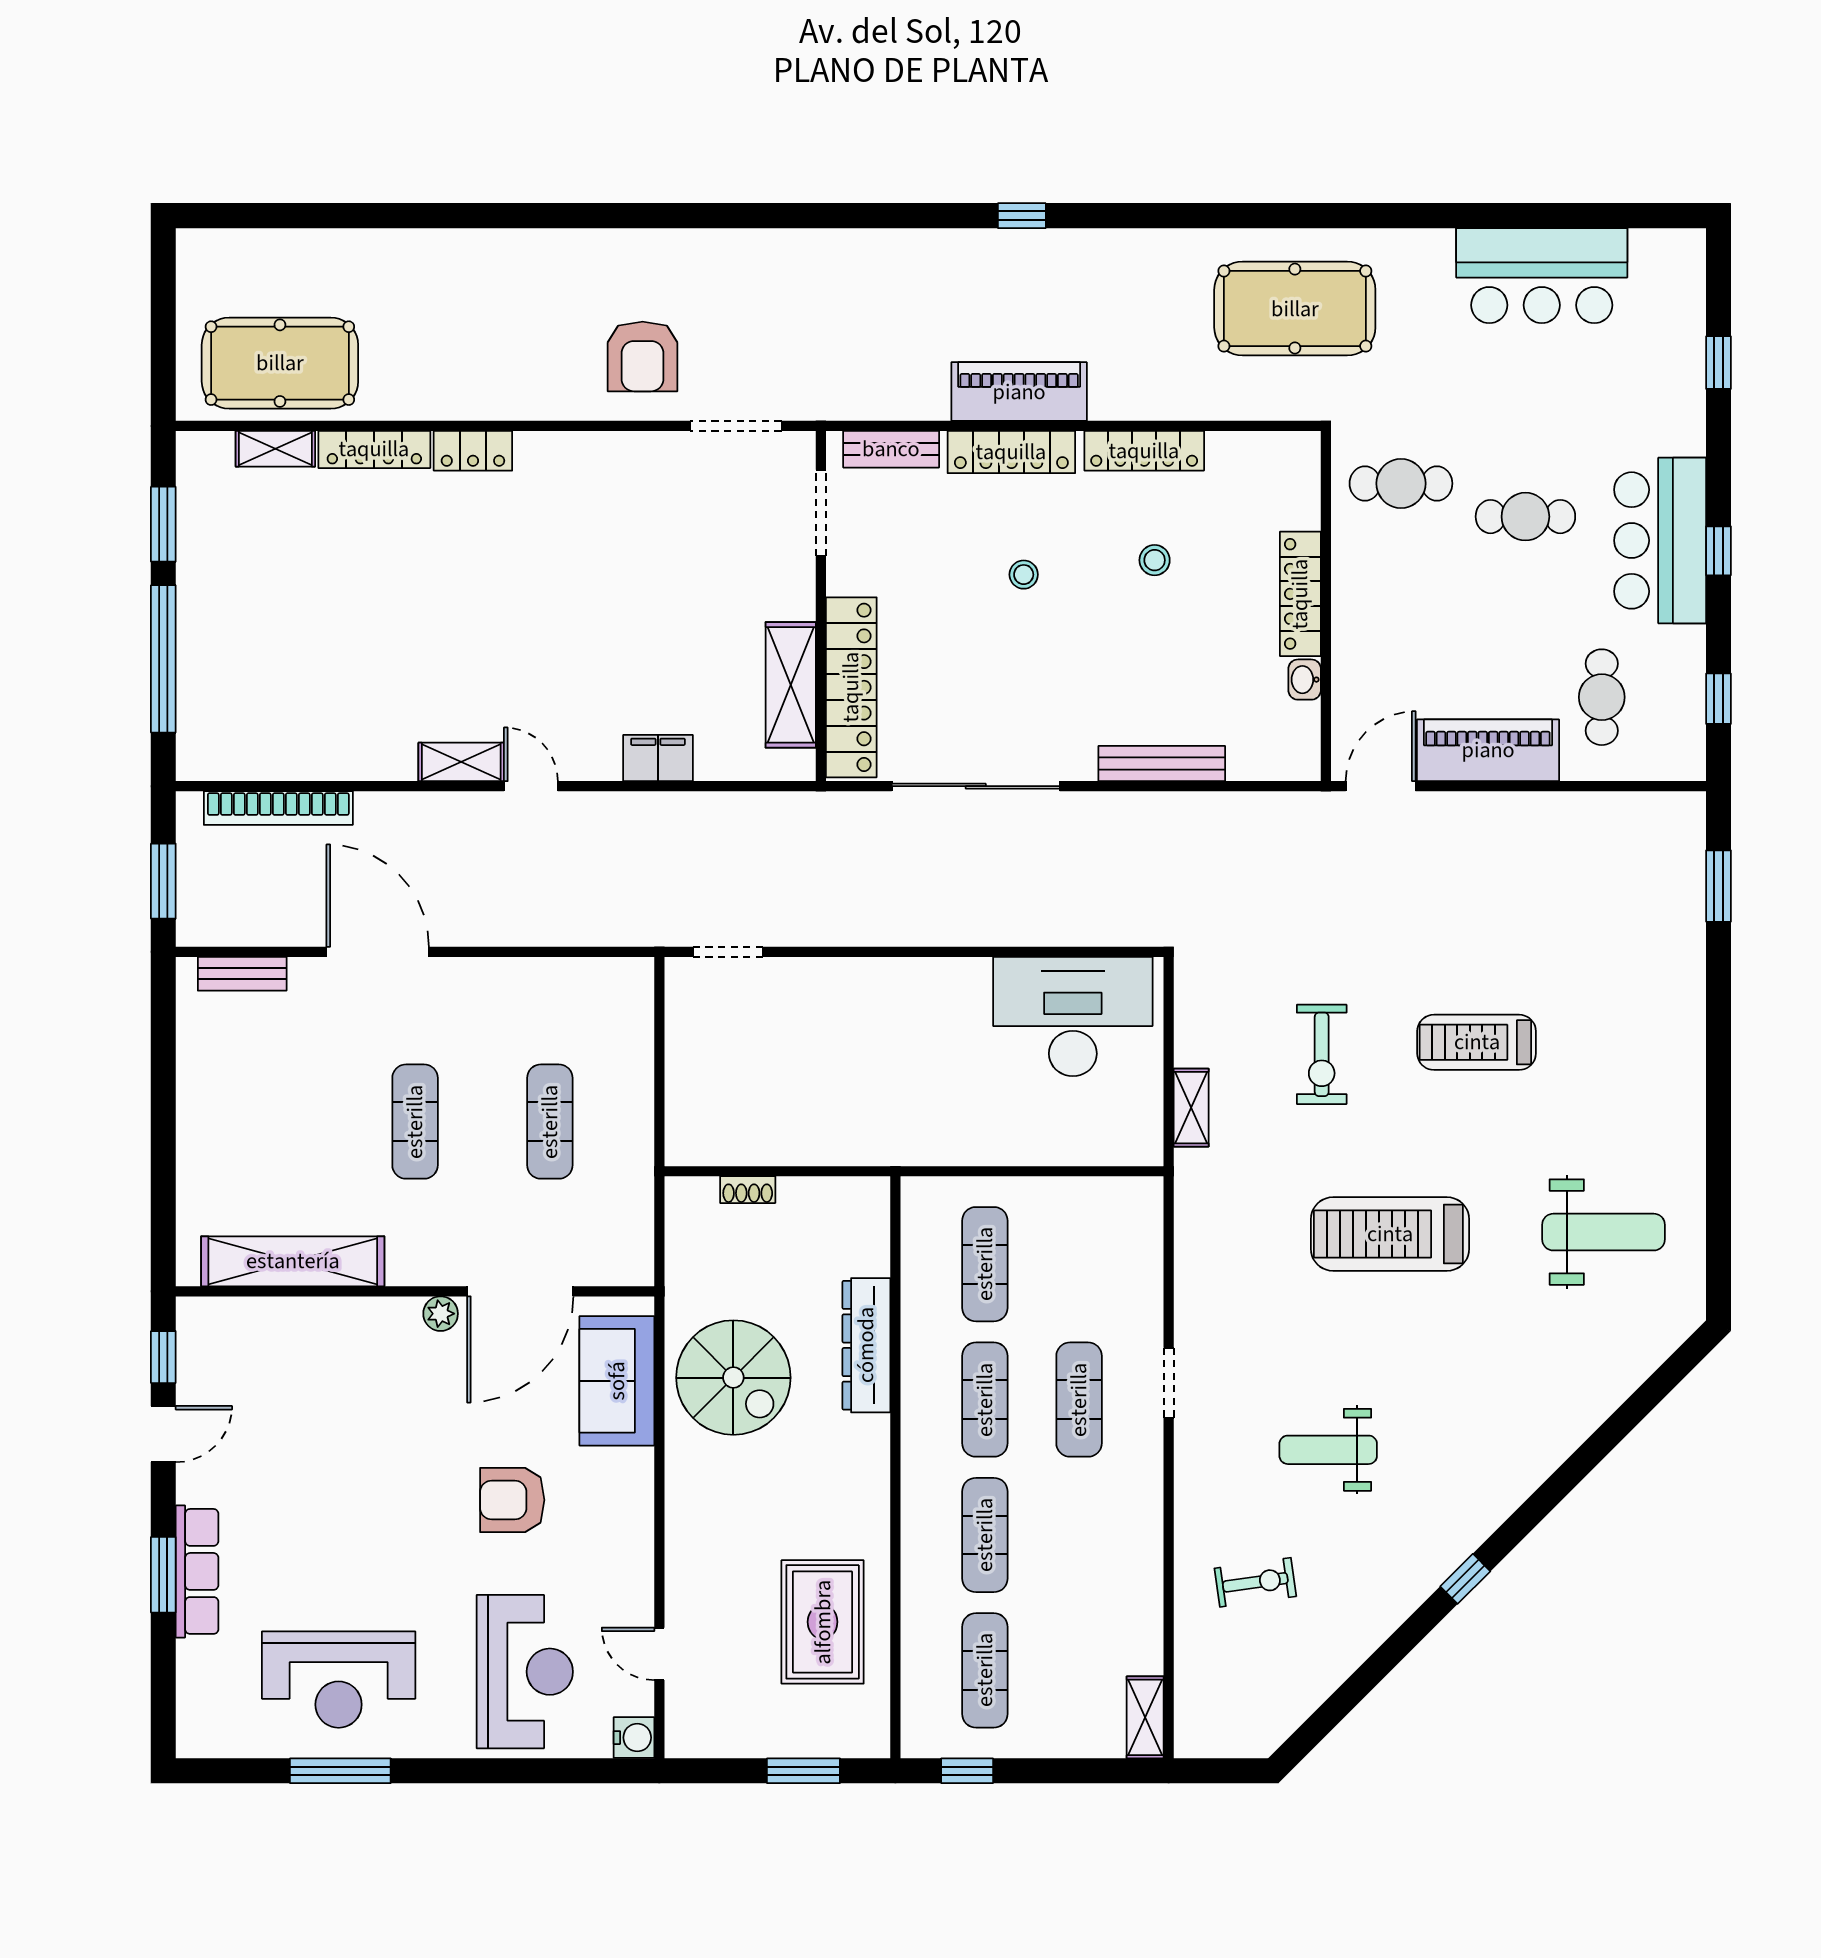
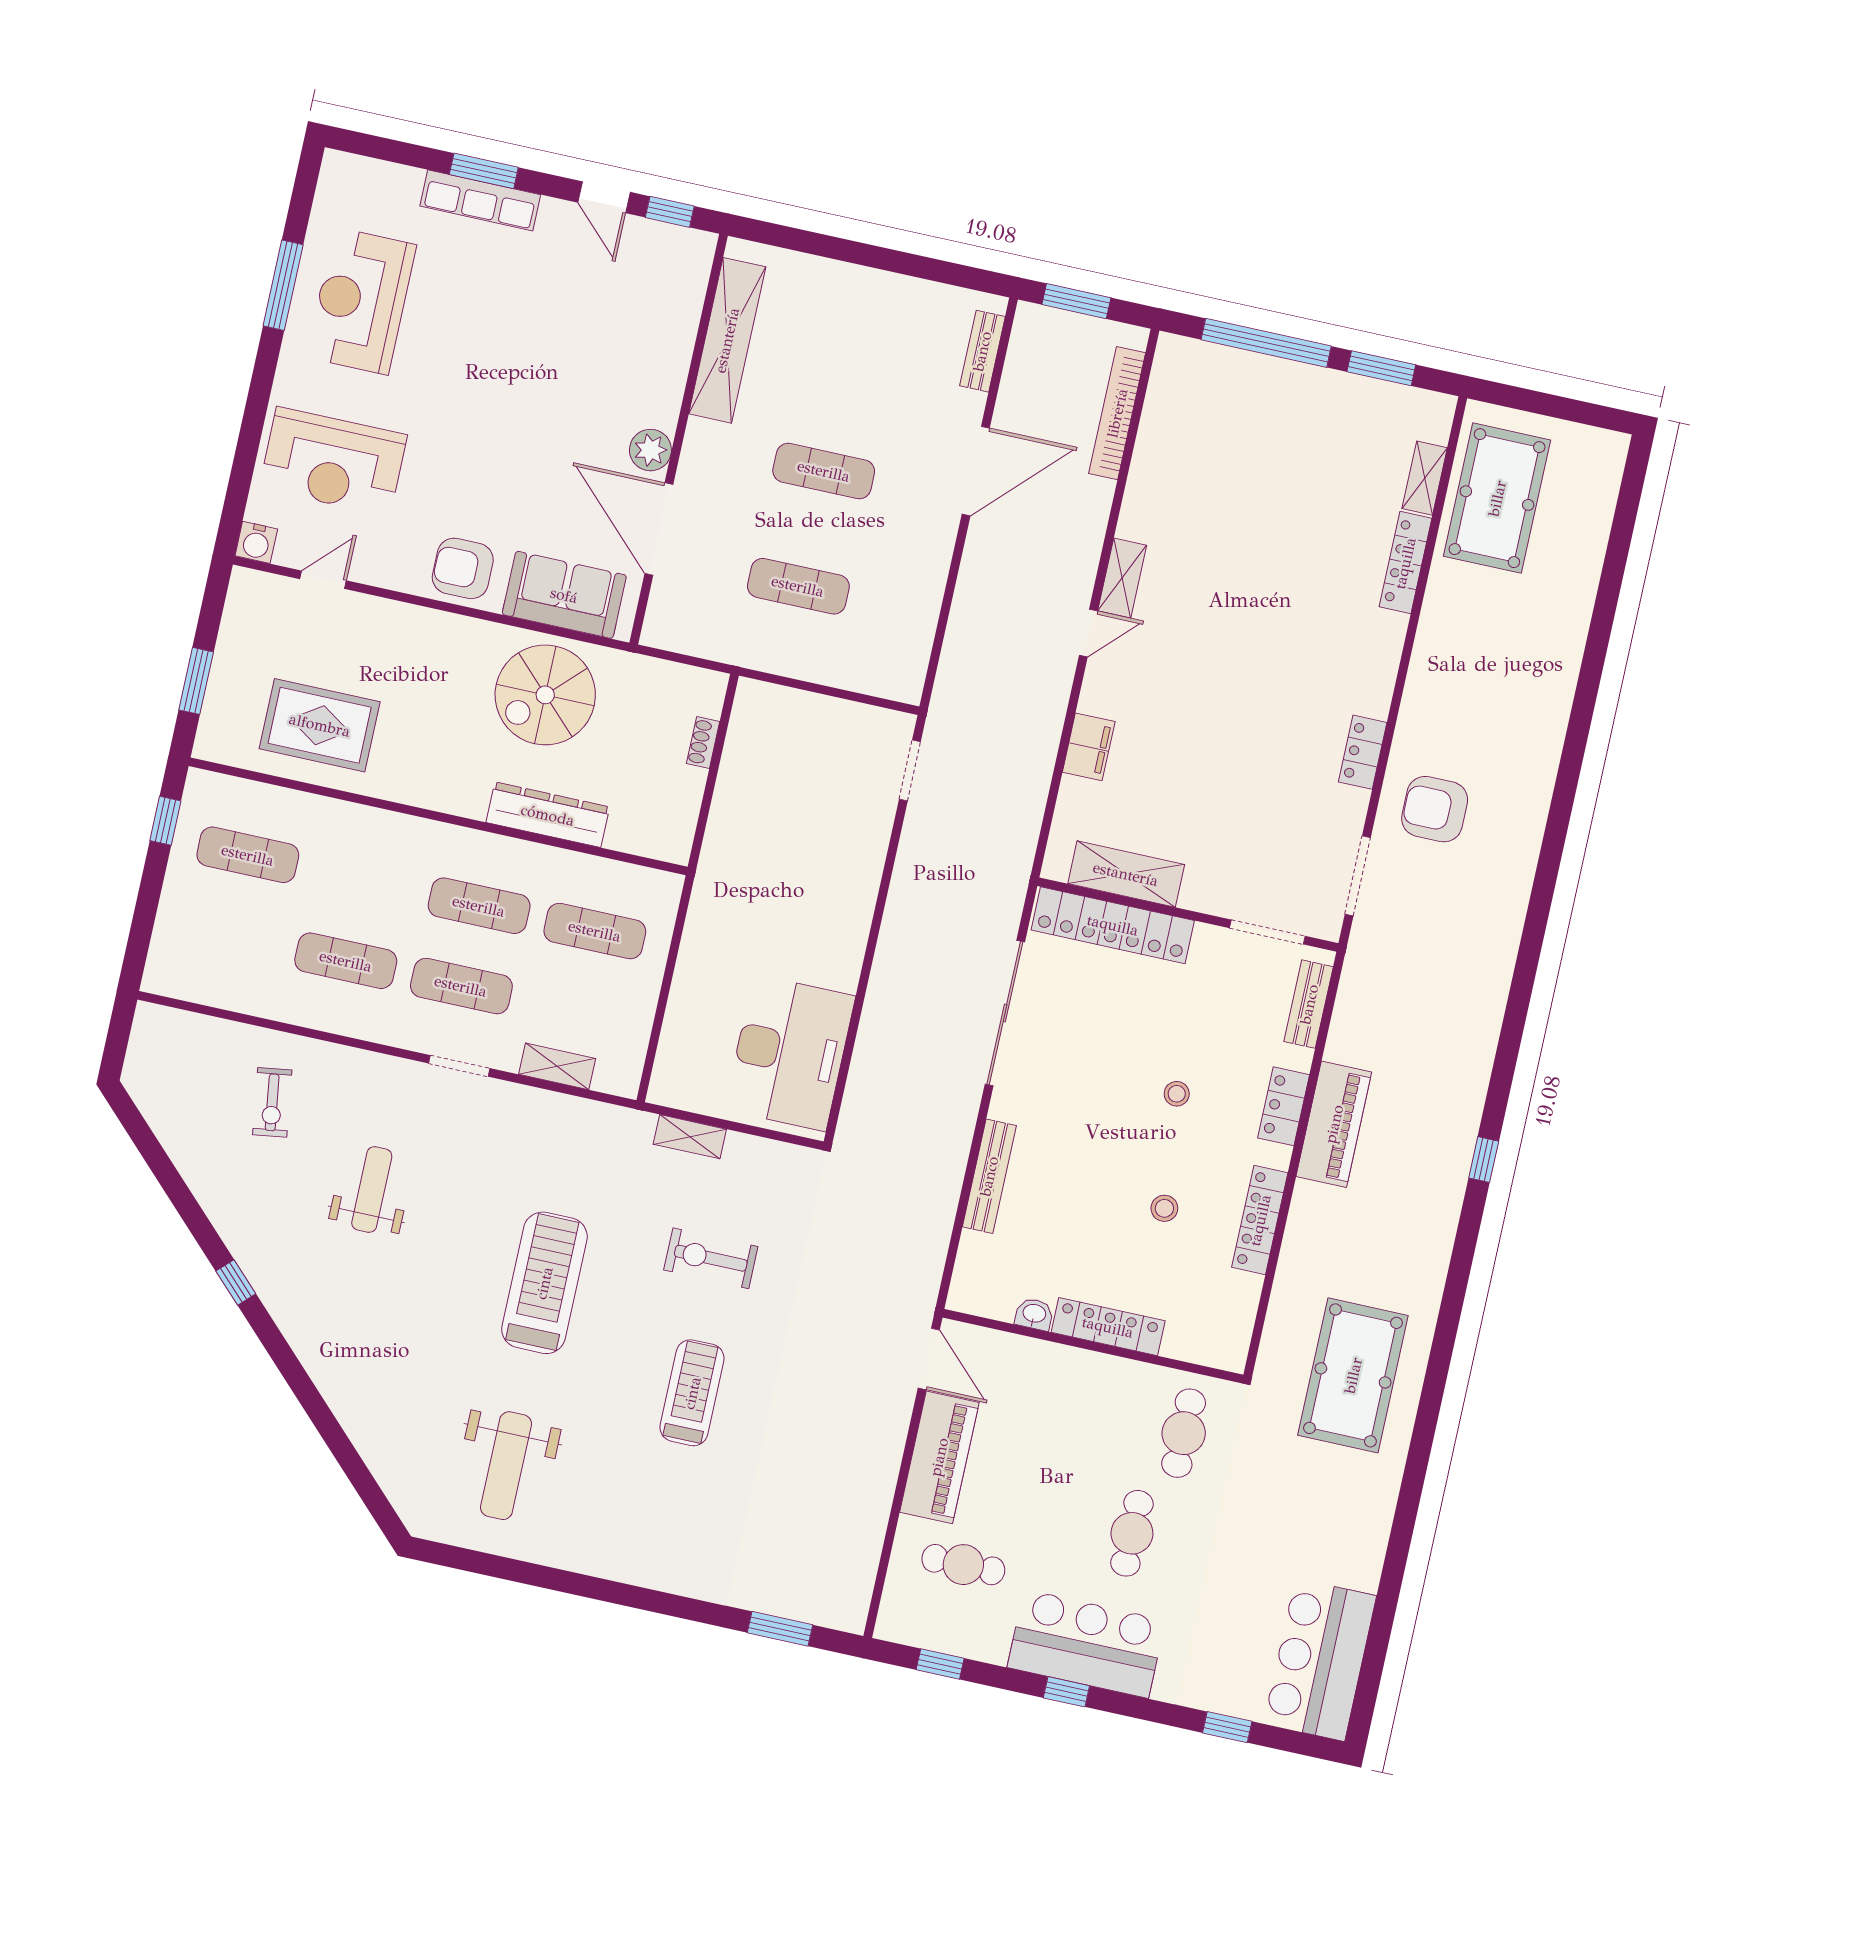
bar counter: (1542, 276) -> (1320, 1660), moved
locker: (473, 451) -> (1363, 752), moved
locker: (1011, 452) -> (1284, 1106), width x0.66
plant: (441, 1314) -> (650, 450), width x1.38, depth x1.38
armchair: (512, 1500) -> (463, 568), moved, turned -90
exercise mat: (985, 1535) -> (346, 961), moved
shelving: (1145, 1717) -> (557, 1066), moved

